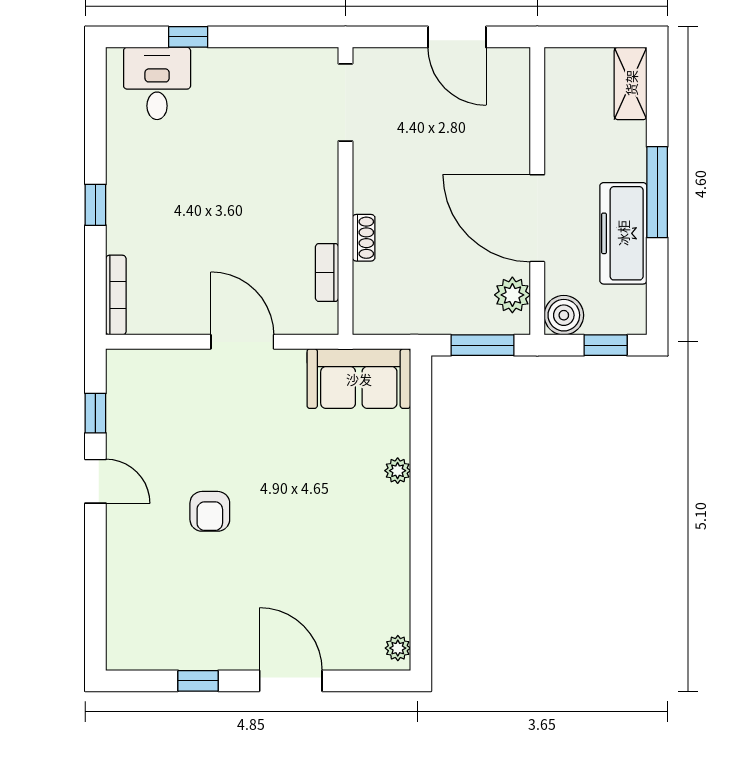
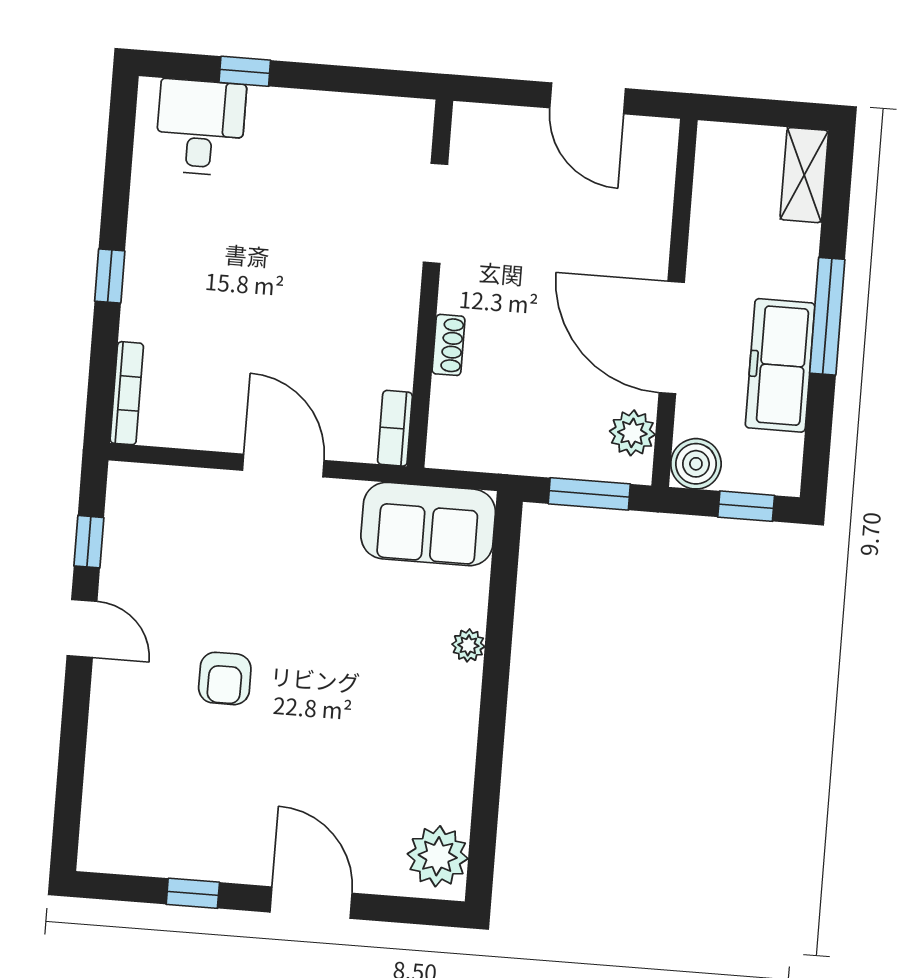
doorway: (345, 102) -> (435, 213), moved
bookcase: (327, 272) -> (395, 428), moved
plant: (398, 648) -> (438, 856), width x1.88, depth x1.88

